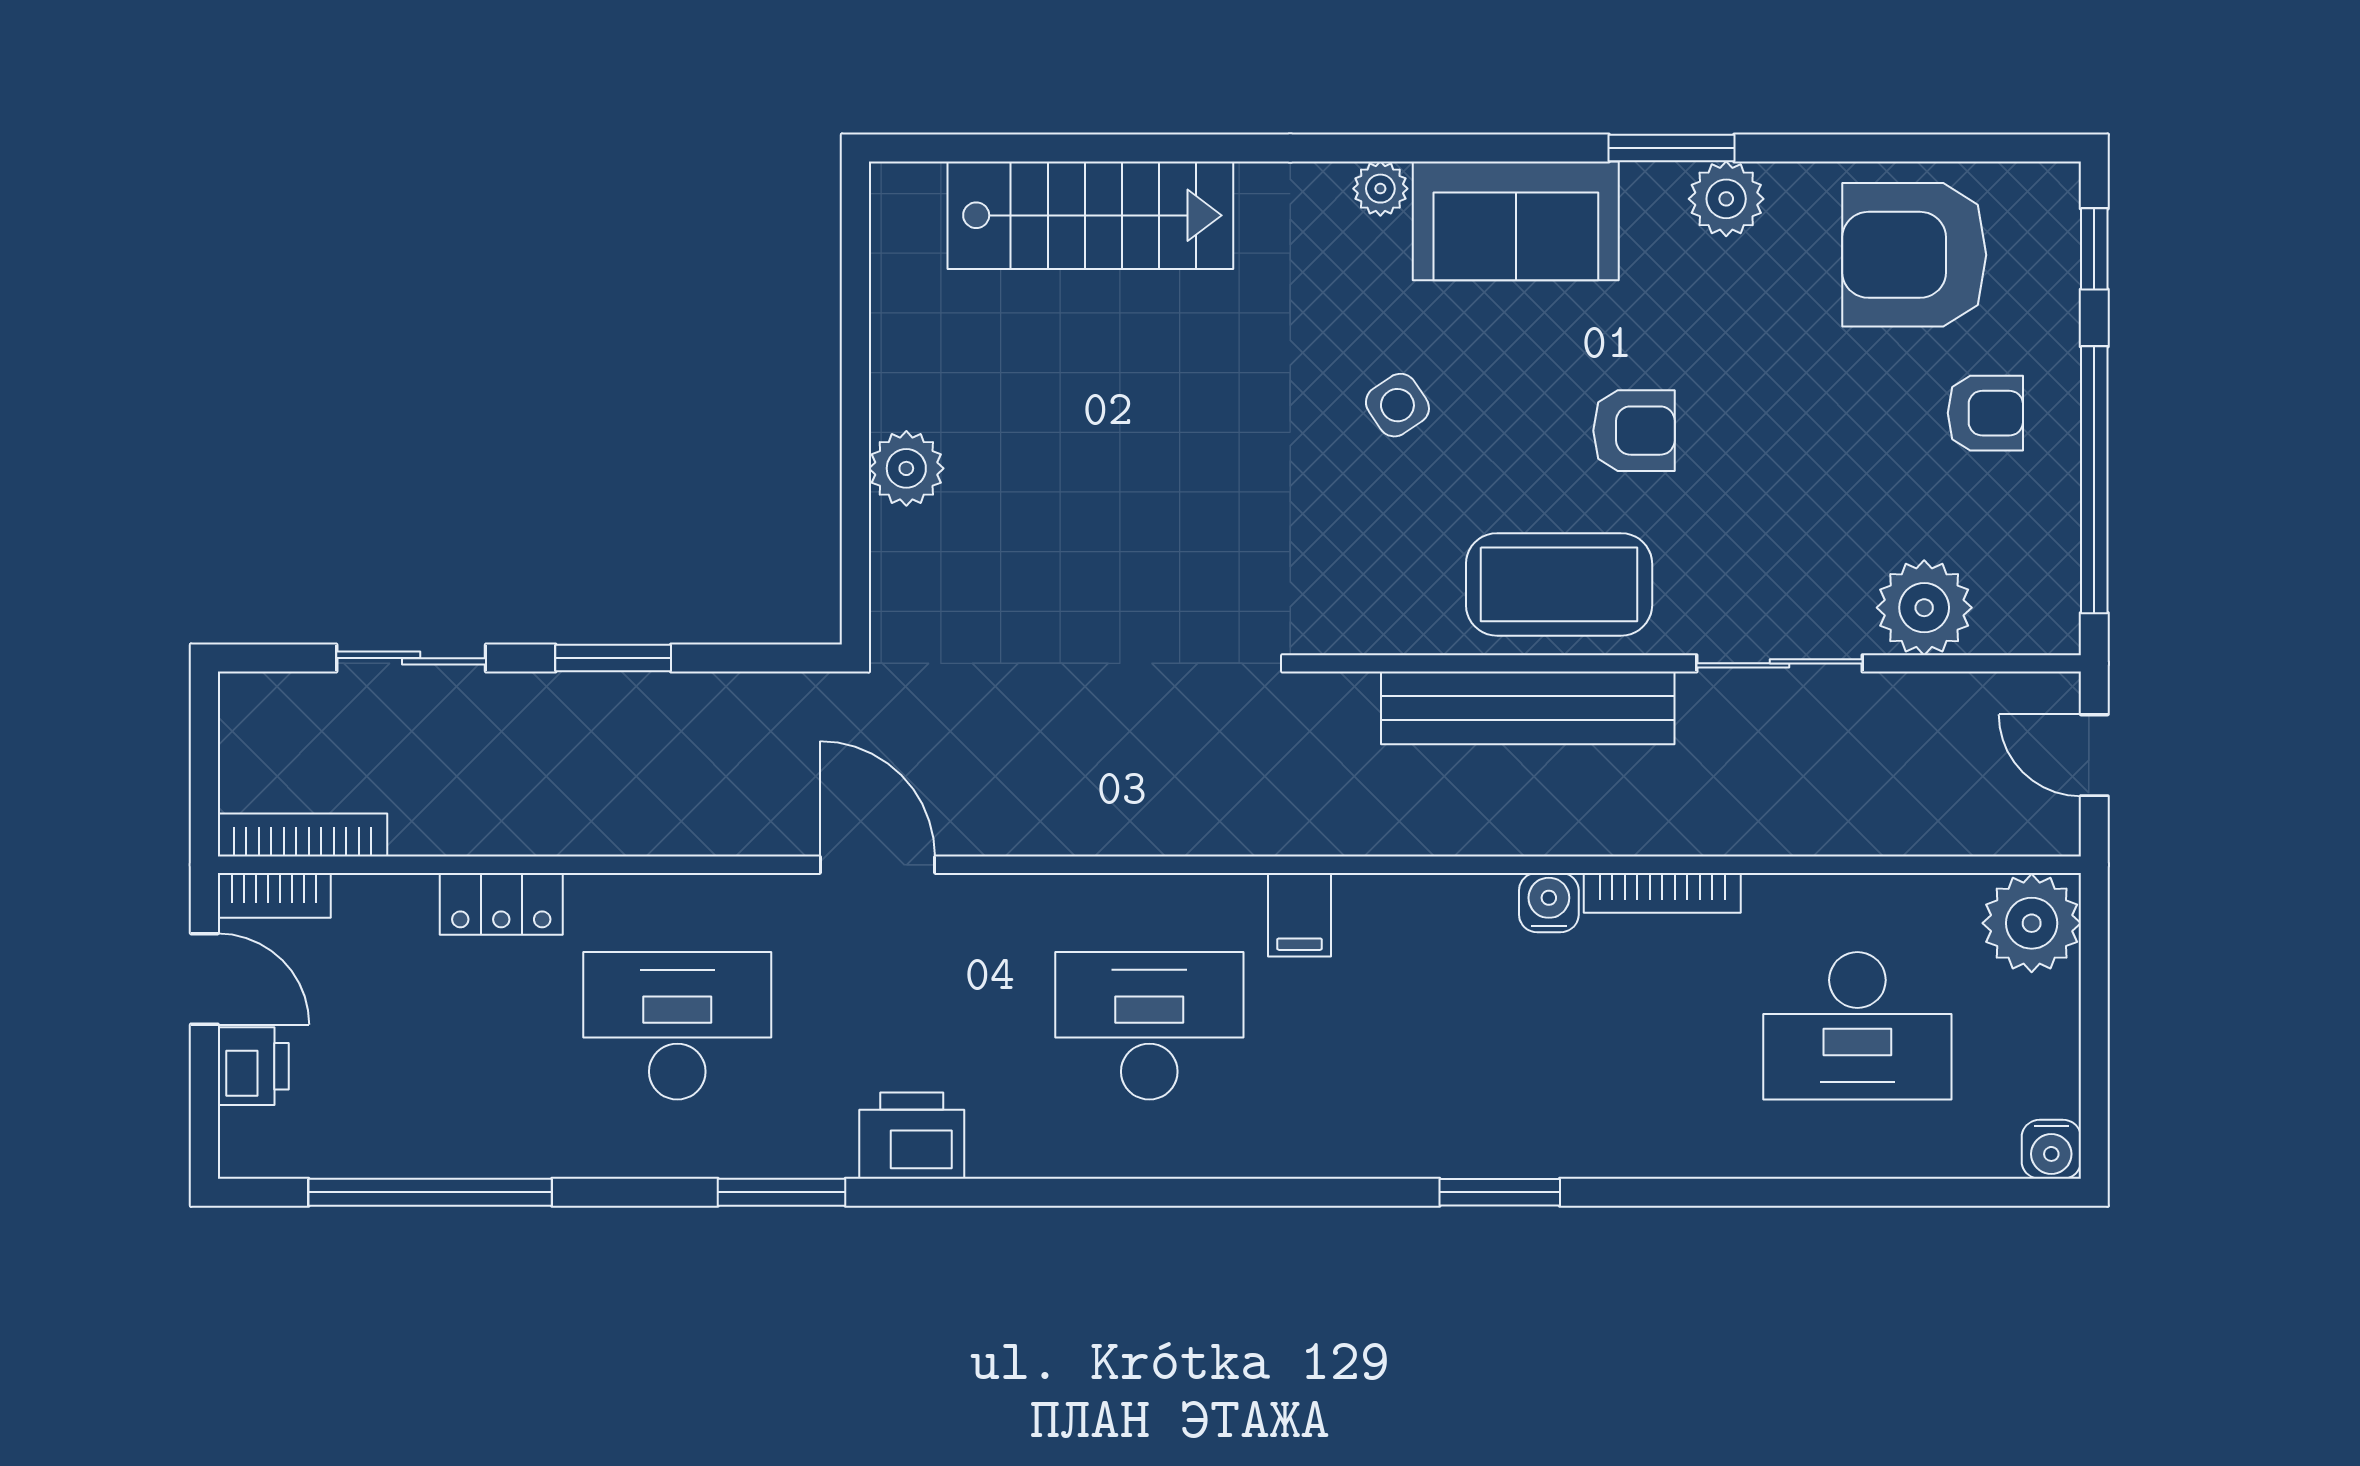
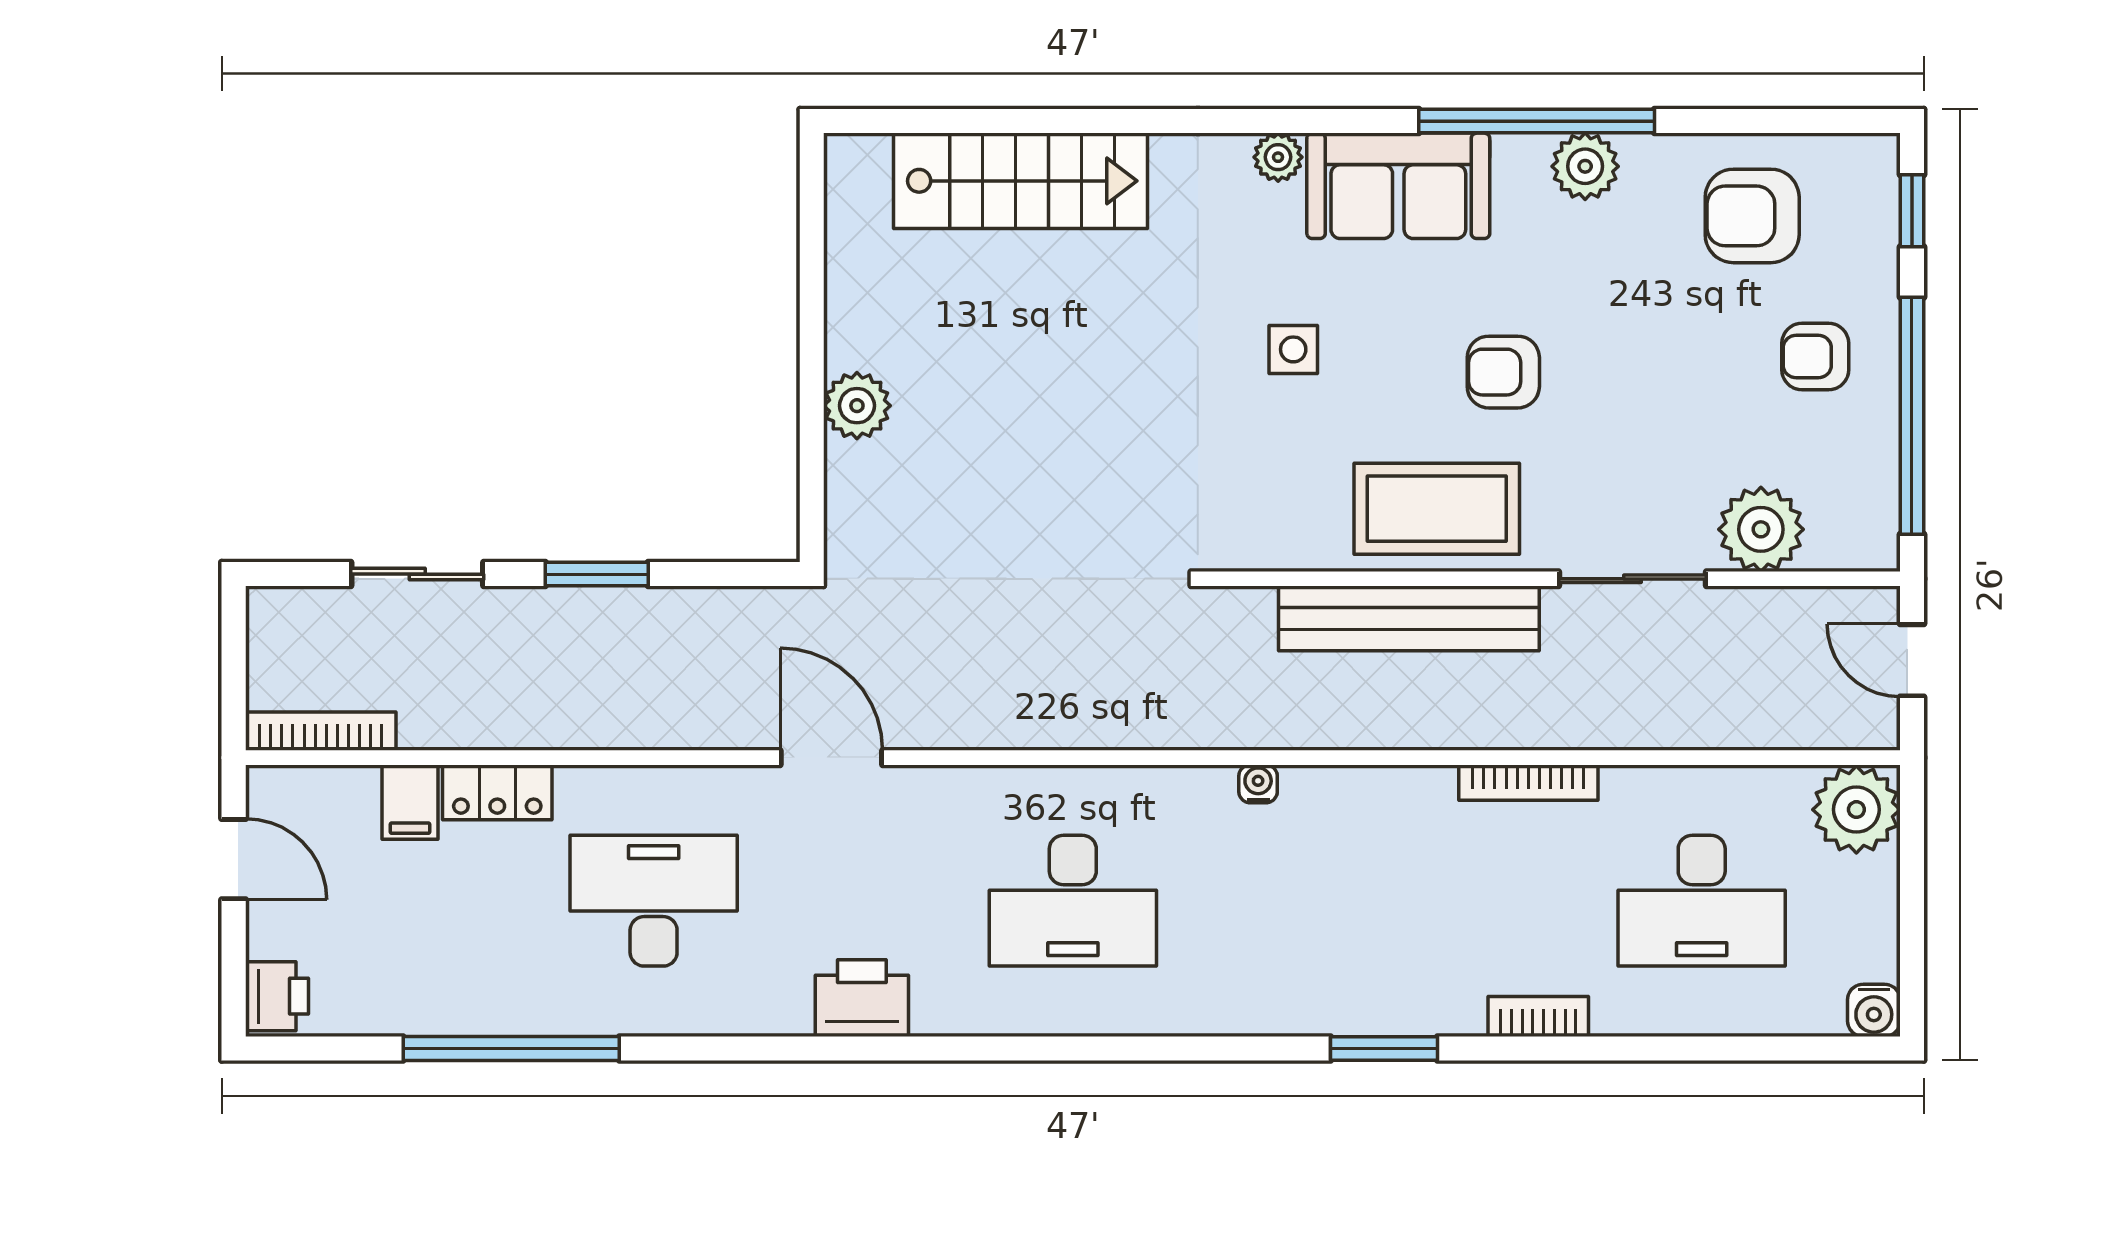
window: (1672, 148) -> (1537, 121), width x2.11
armchair: (1914, 255) -> (1752, 216), width x0.73, depth x0.73
side table: (1397, 405) -> (1293, 349), turned 34
armchair: (1985, 413) -> (1815, 357), turned 180
armchair: (1634, 431) -> (1503, 372), turned 180
bookcase: (274, 895) -> (1538, 1016), moved, turned 180
water cooler: (1549, 903) -> (1258, 784), moved, width x0.72, depth x0.72
filing cabinet: (1300, 915) -> (410, 802), moved
desk: (1149, 1026) -> (1073, 901), turned 180
printer: (253, 1066) -> (277, 996), moved
window: (430, 1192) -> (511, 1048), moved
window: (782, 1192) -> (746, 1048), removed

